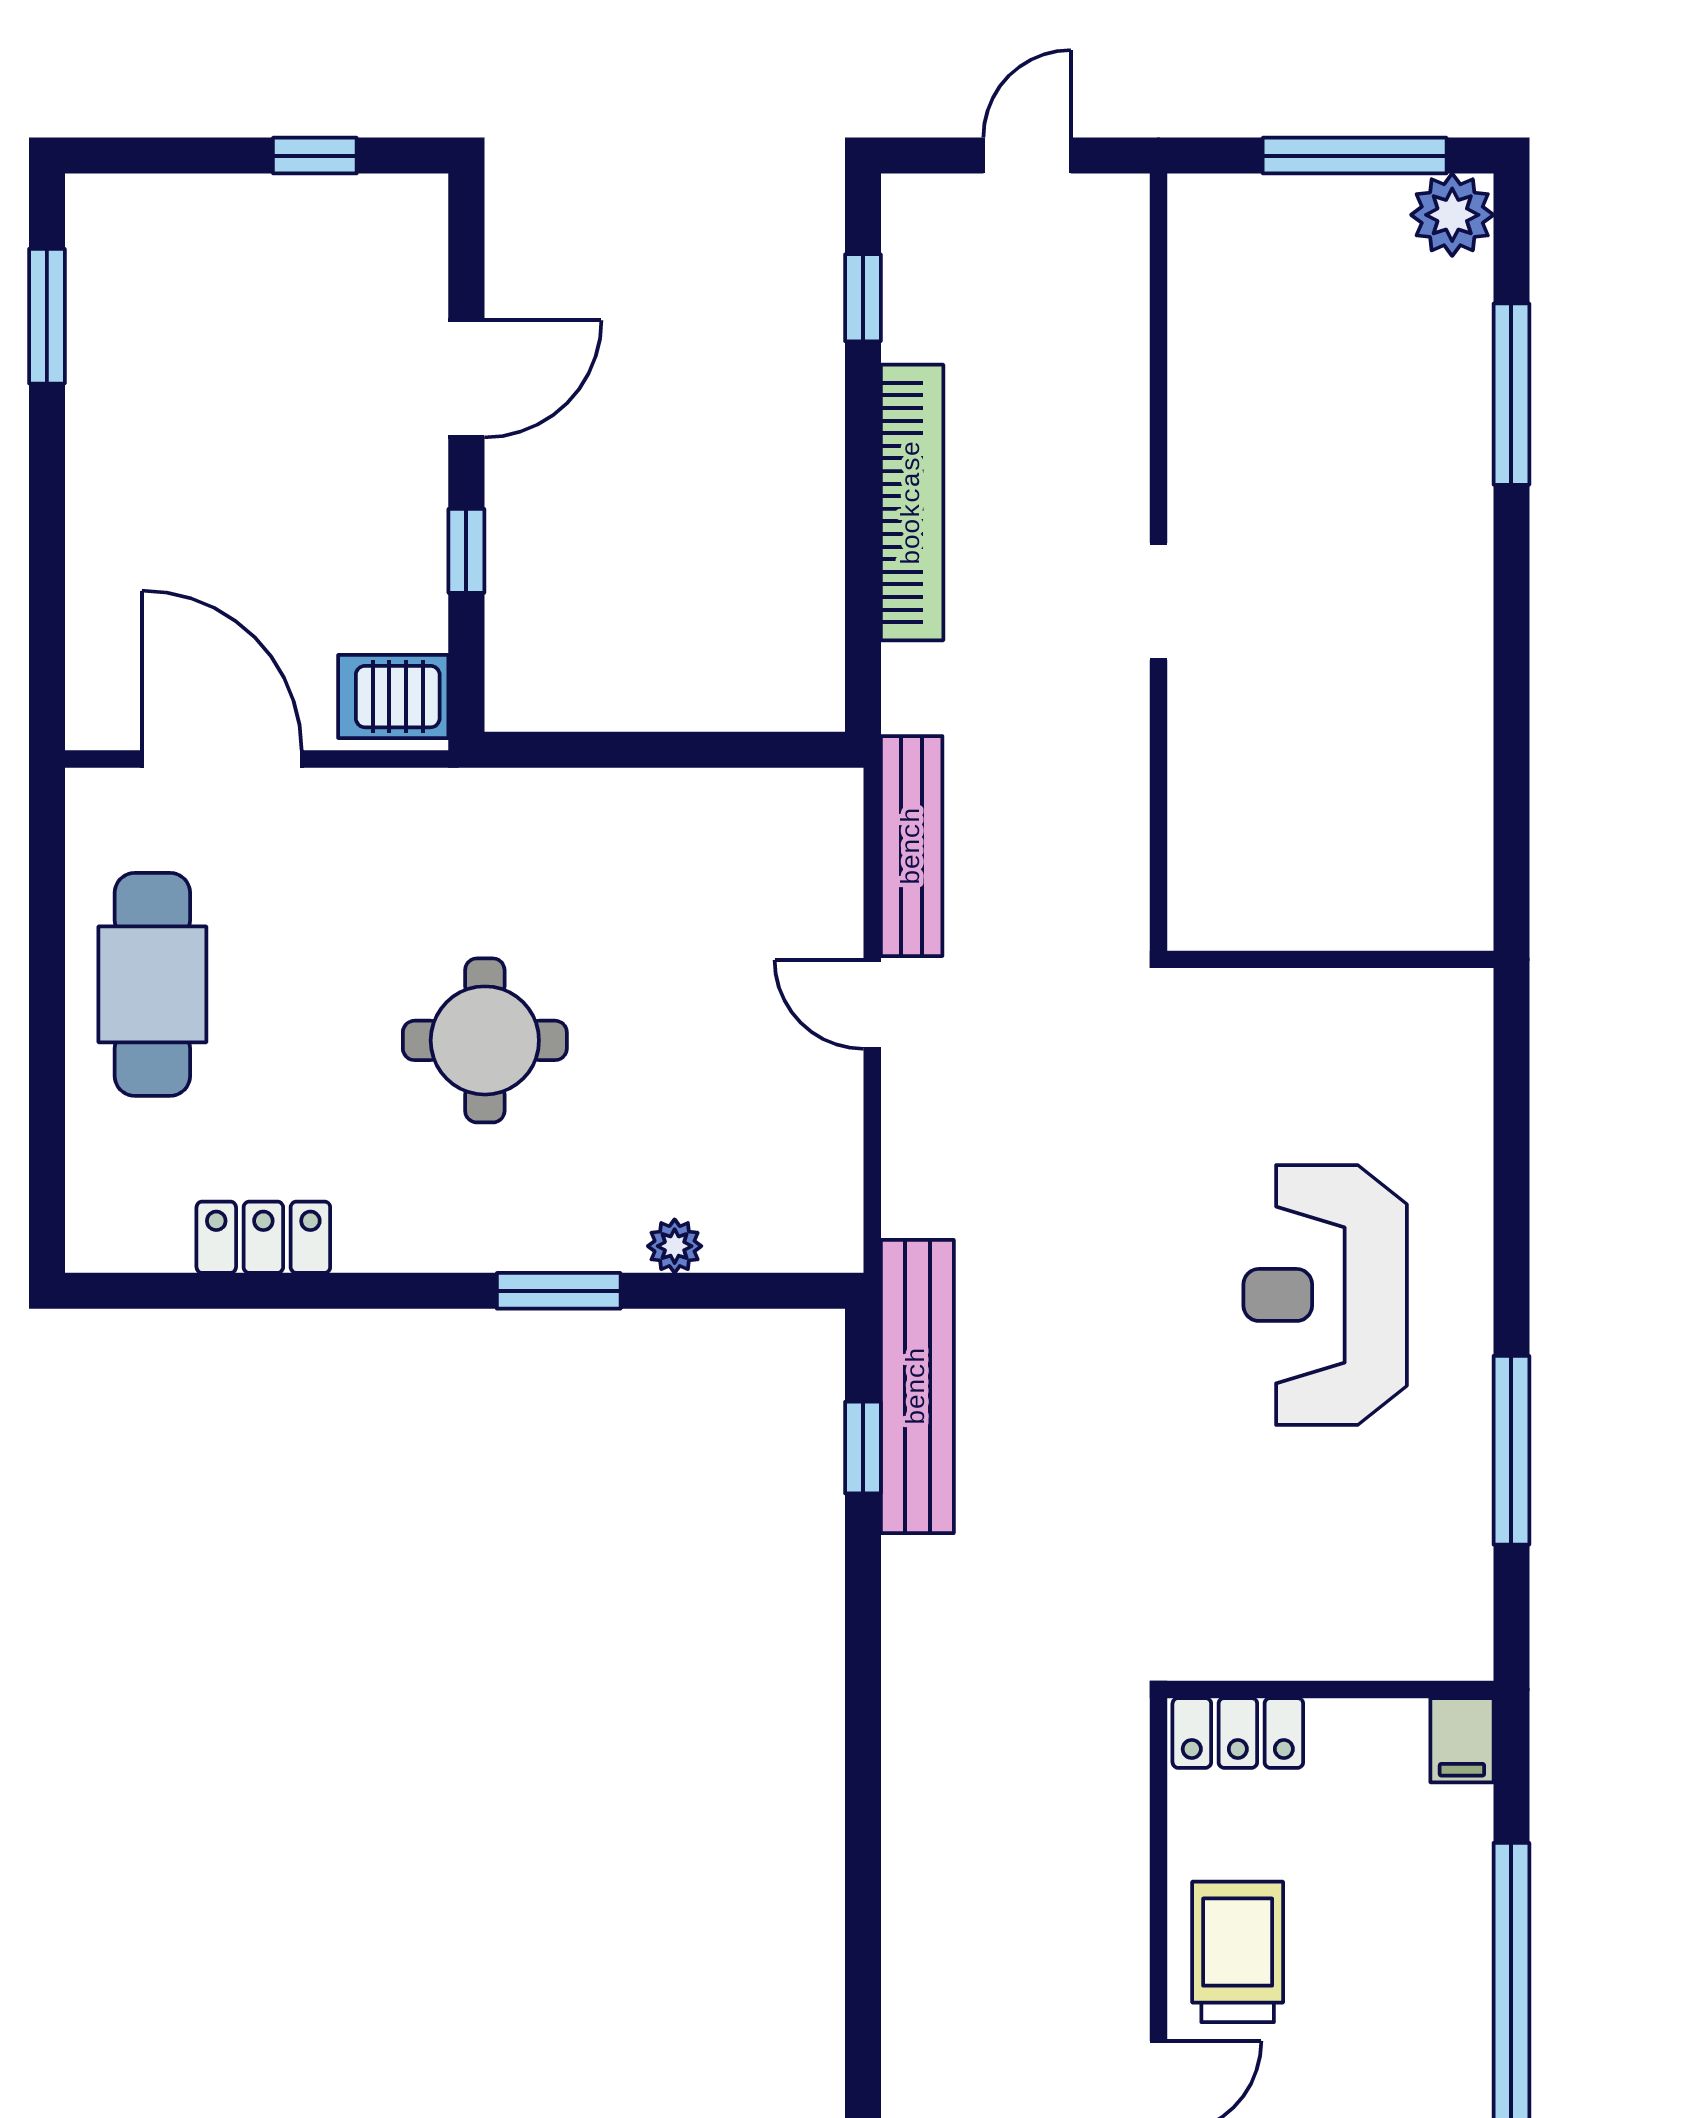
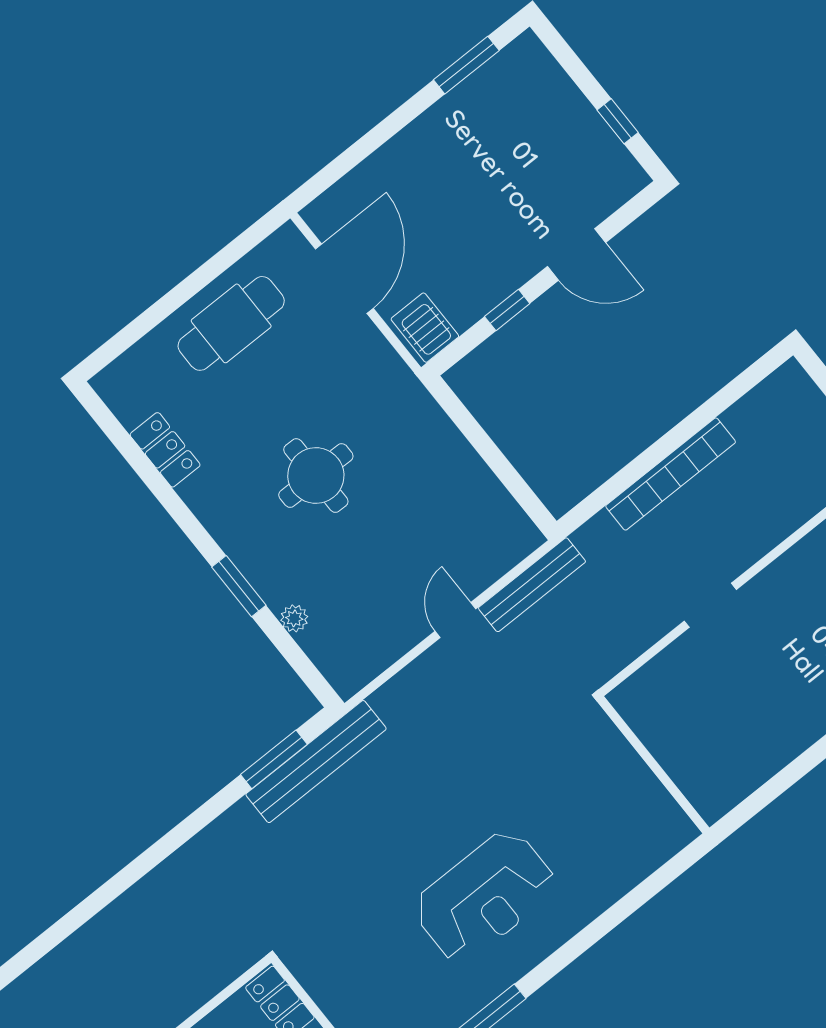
window: (863, 298) -> (737, 388), removed
wall: (1330, 959) -> (653, 765), moved
reception desk: (1325, 1295) -> (485, 896), turned 180
window: (863, 1448) -> (274, 759), width x1.50

